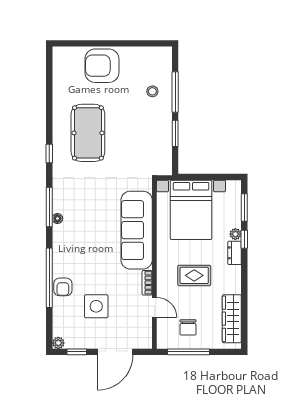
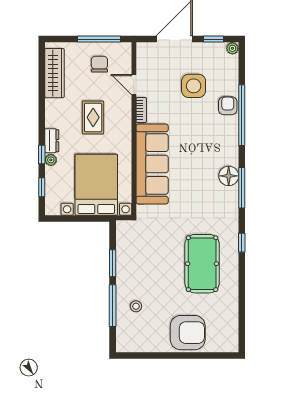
window: (244, 208) -> (42, 187), width x0.67
floor lamp: (57, 218) -> (229, 176), width x1.89, depth x1.89
rug: (194, 275) -> (93, 117), turned 90

